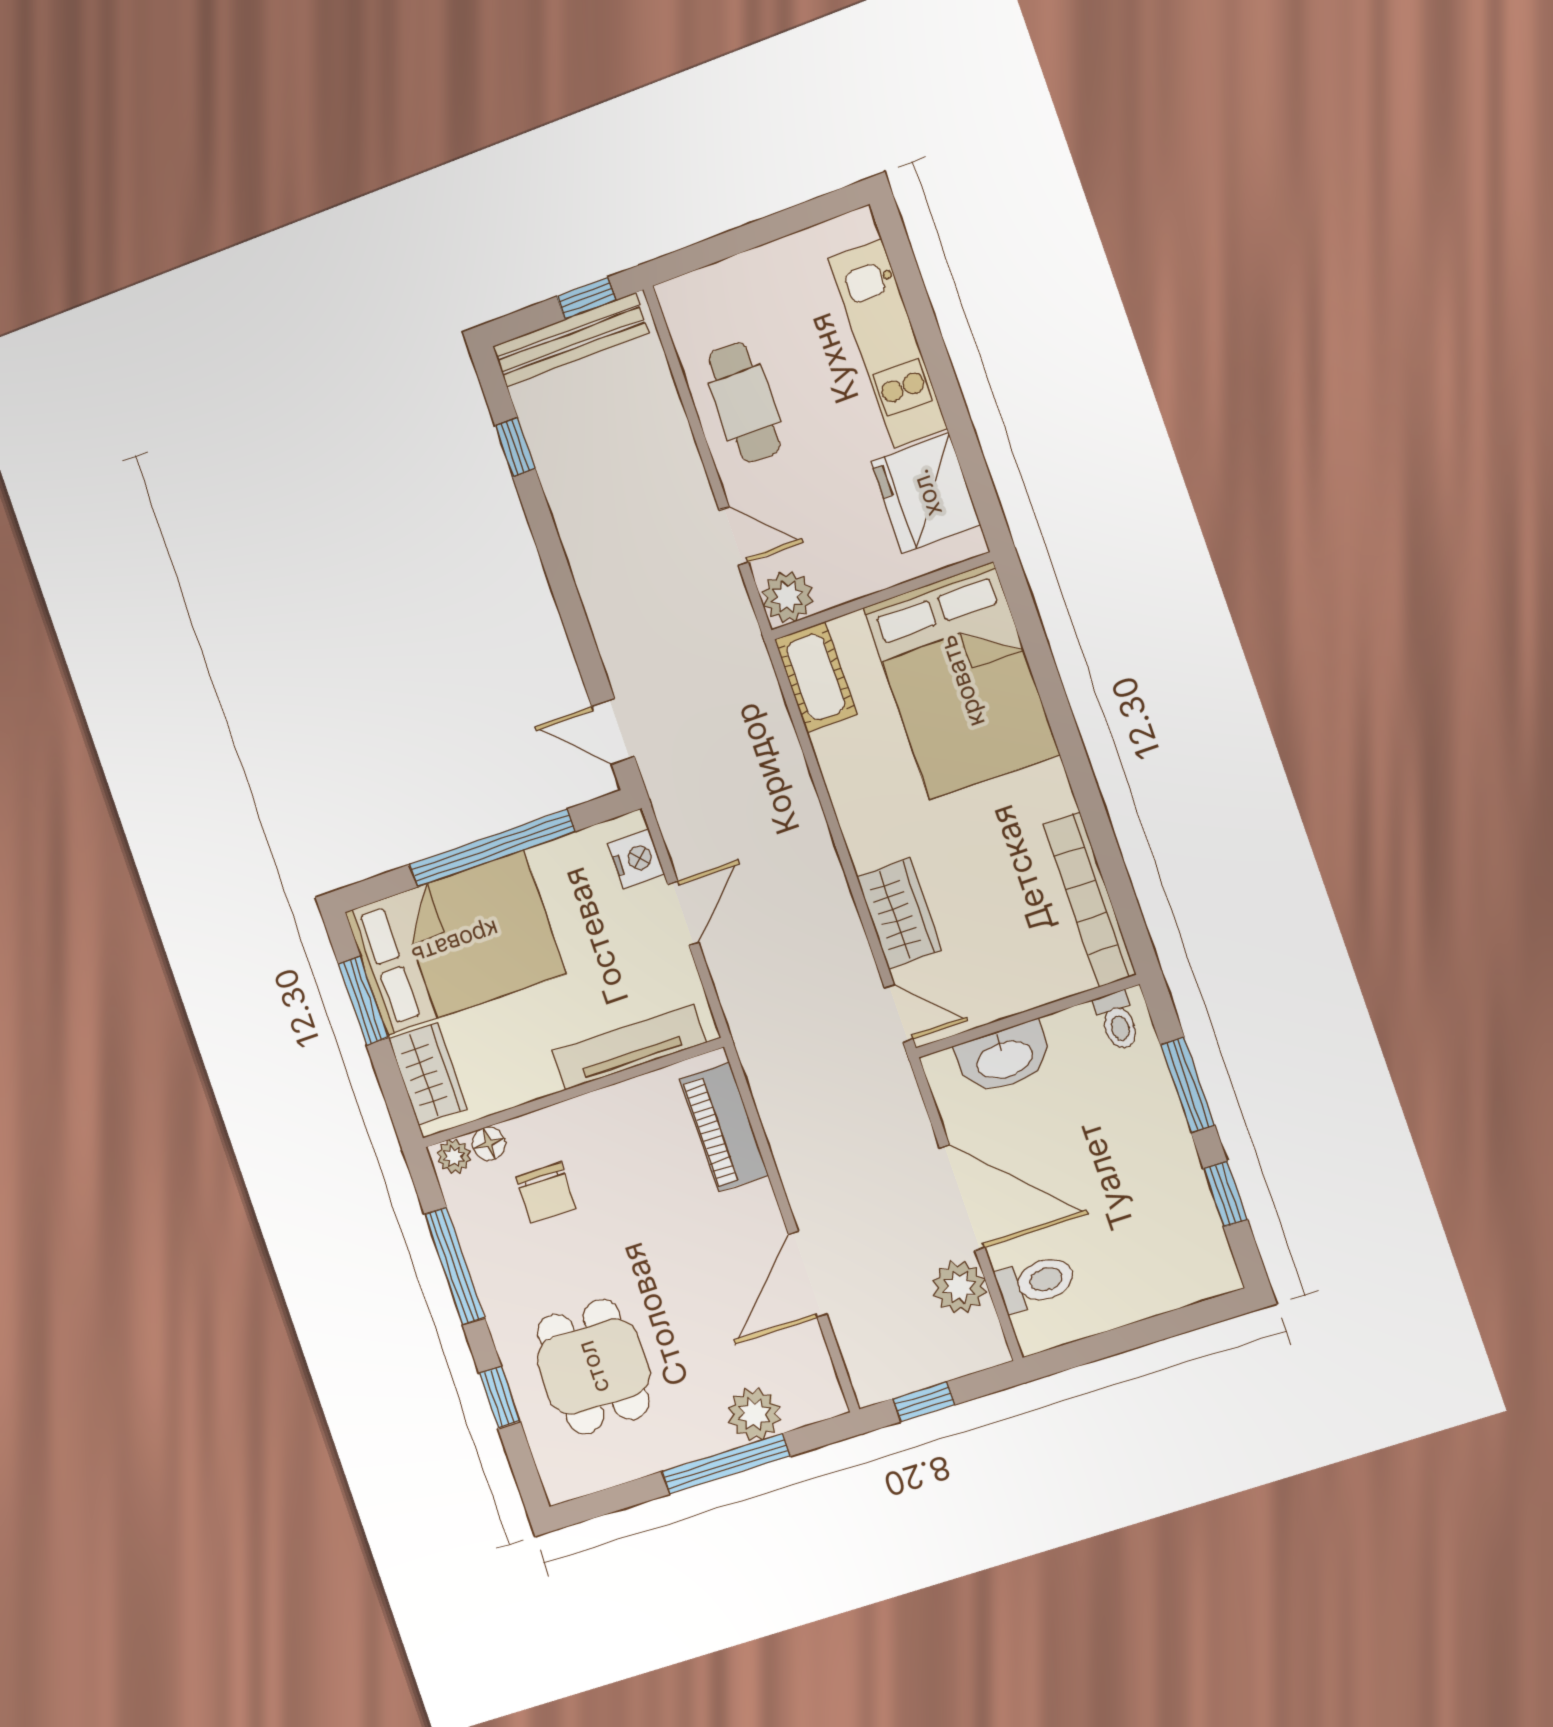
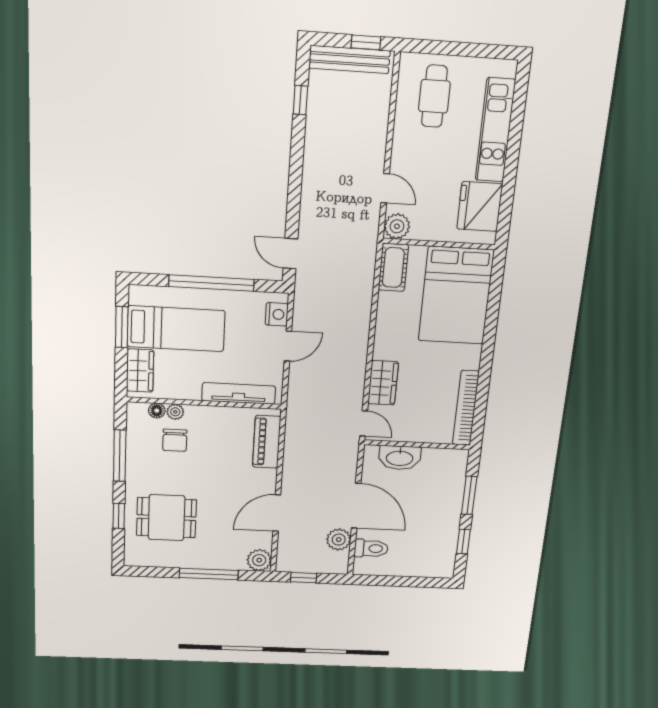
cafe table: (744, 402) -> (434, 96), moved
bed: (455, 943) -> (176, 329), width x0.67
toilet: (1118, 1021) -> (453, 460), removed
plant: (454, 1156) -> (175, 412), moved
dining table: (593, 1367) -> (166, 518), turned 90
plant: (754, 1414) -> (259, 560), moved

